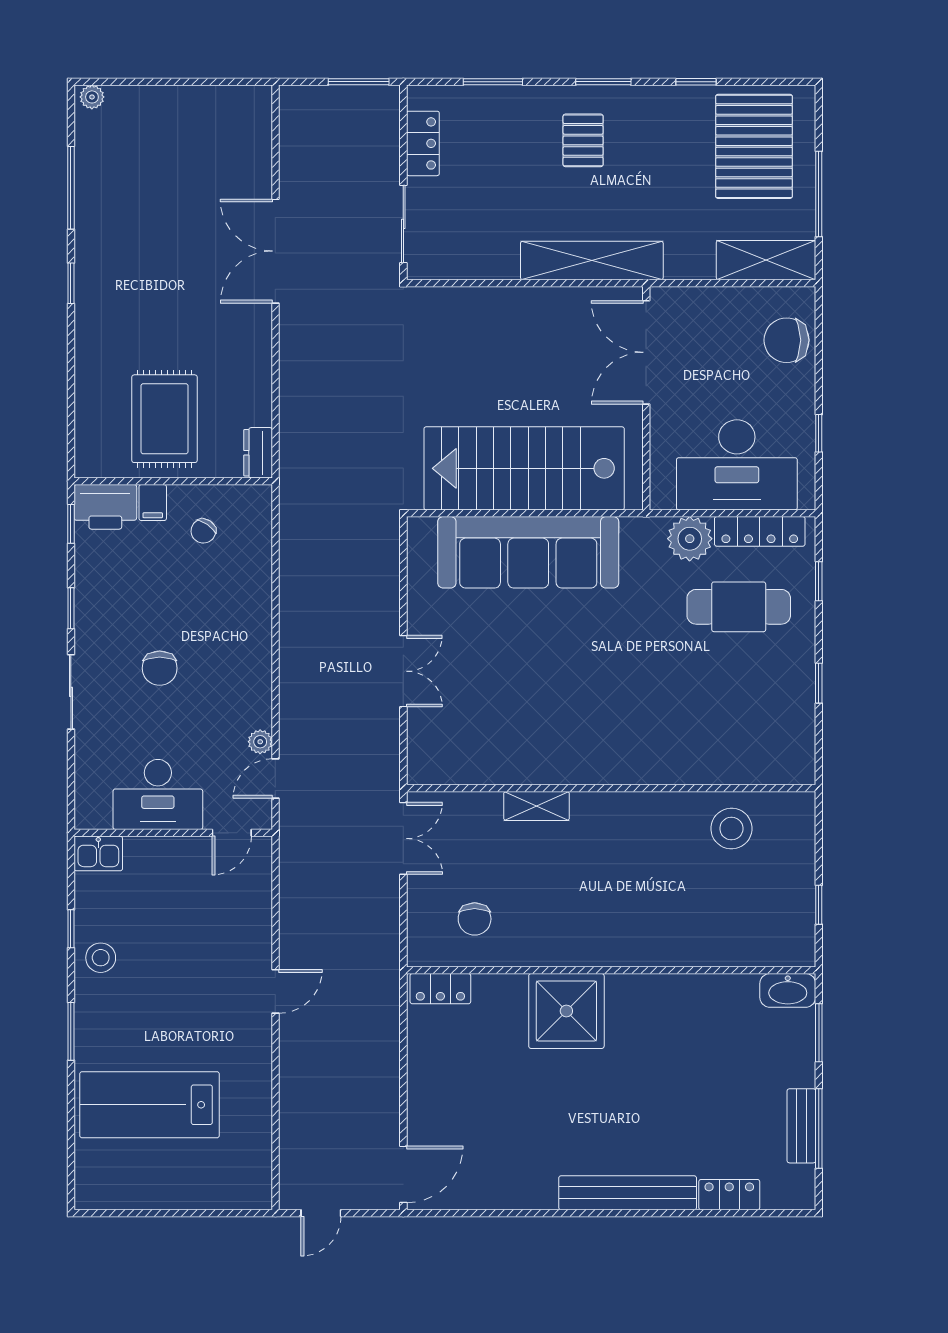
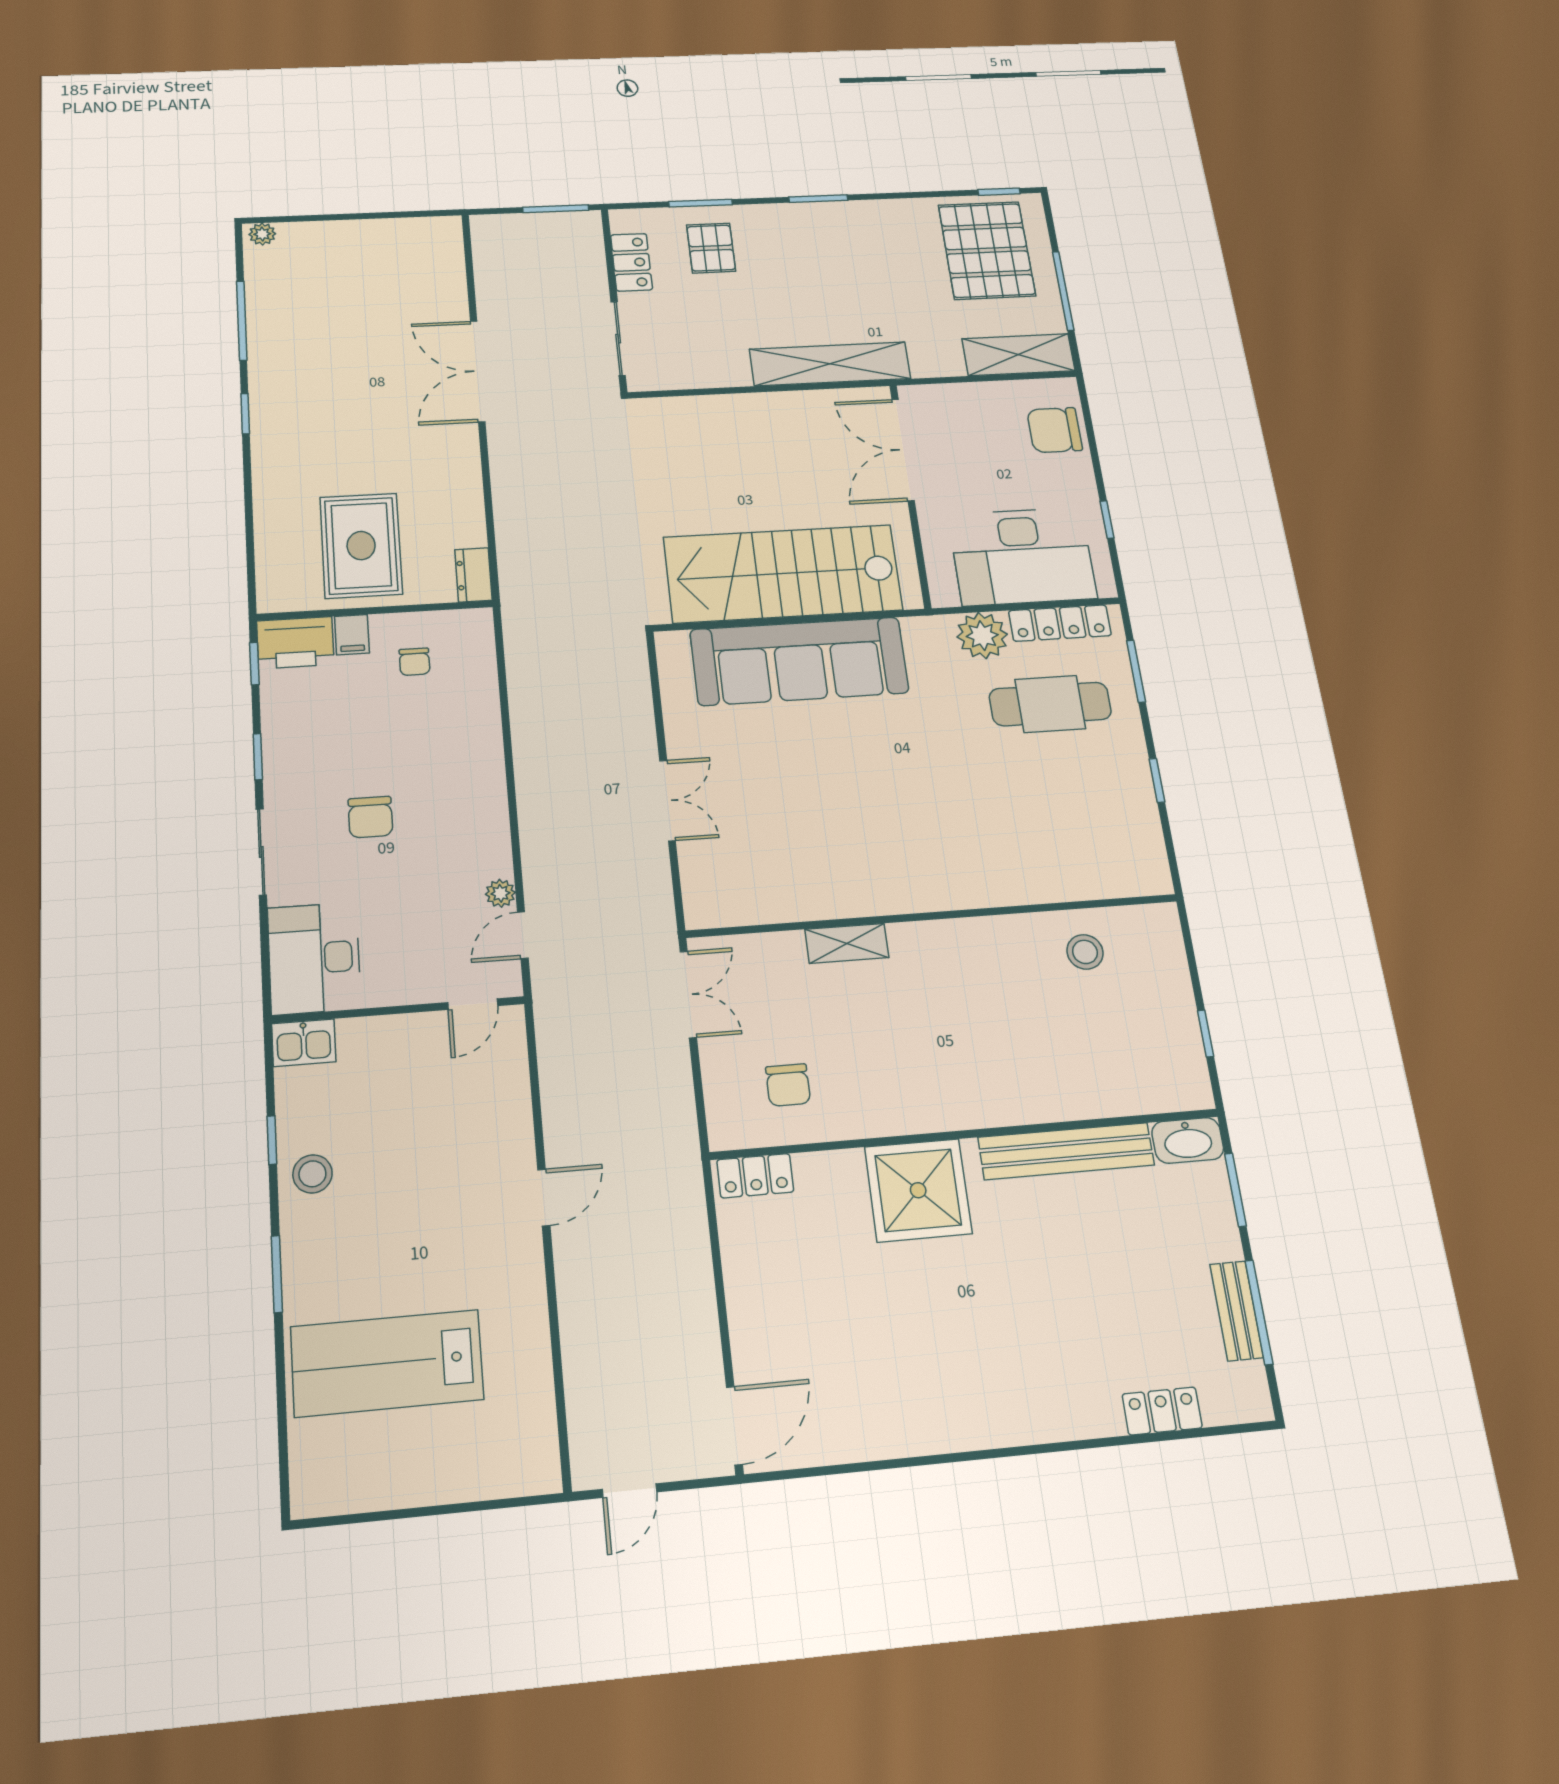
window: (696, 82) -> (999, 192), moved
pallet: (583, 140) -> (711, 248), moved
chair: (203, 531) -> (414, 662), turned -34
window: (819, 581) -> (1136, 671), width x1.50
desk: (158, 794) -> (314, 958), moved, turned 90
stool: (731, 829) -> (1085, 952), width x0.73, depth x0.73
bench: (628, 1193) -> (1066, 1151), moved

